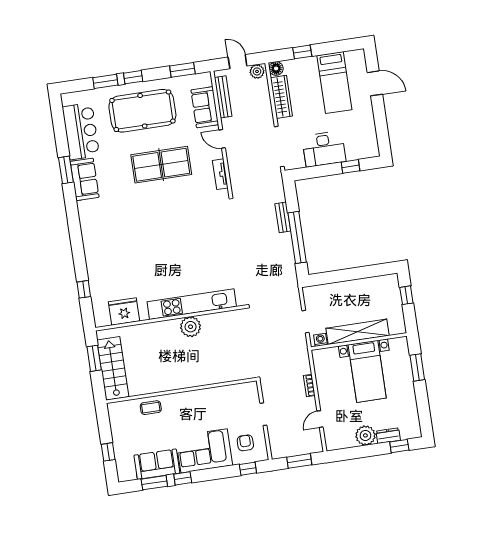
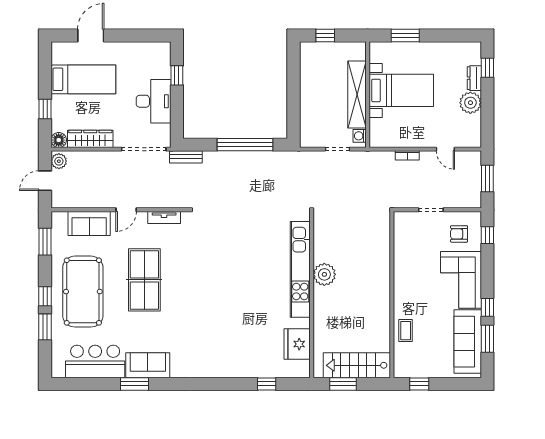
bench: (223, 97) -> (81, 202), removed
bench: (283, 217) -> (186, 157), moved
window: (108, 452) -> (419, 384), moved
sofa: (157, 464) -> (468, 342), width x1.36

